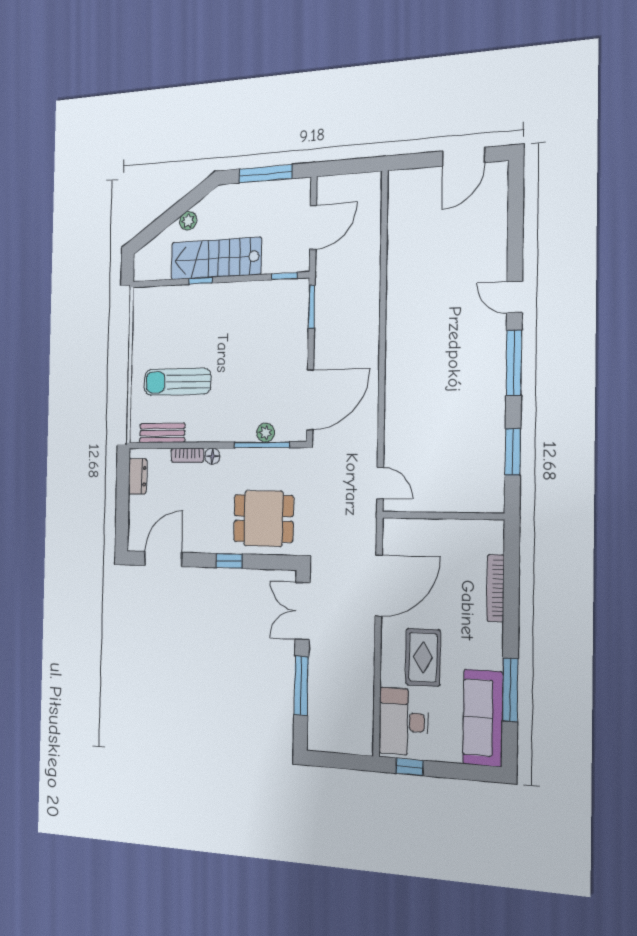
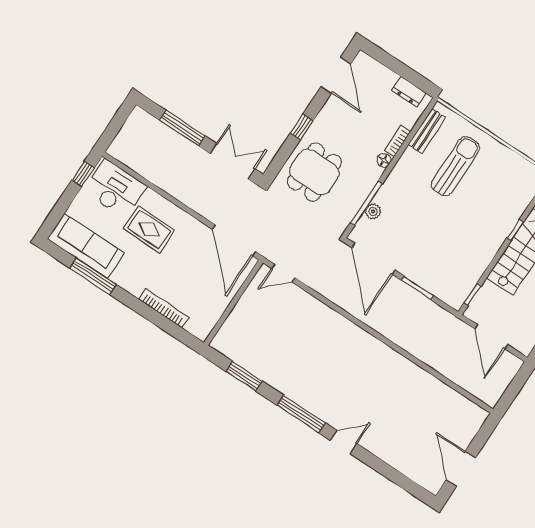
window: (312, 307) -> (417, 288), moved
door: (379, 586) -> (234, 240), moved

